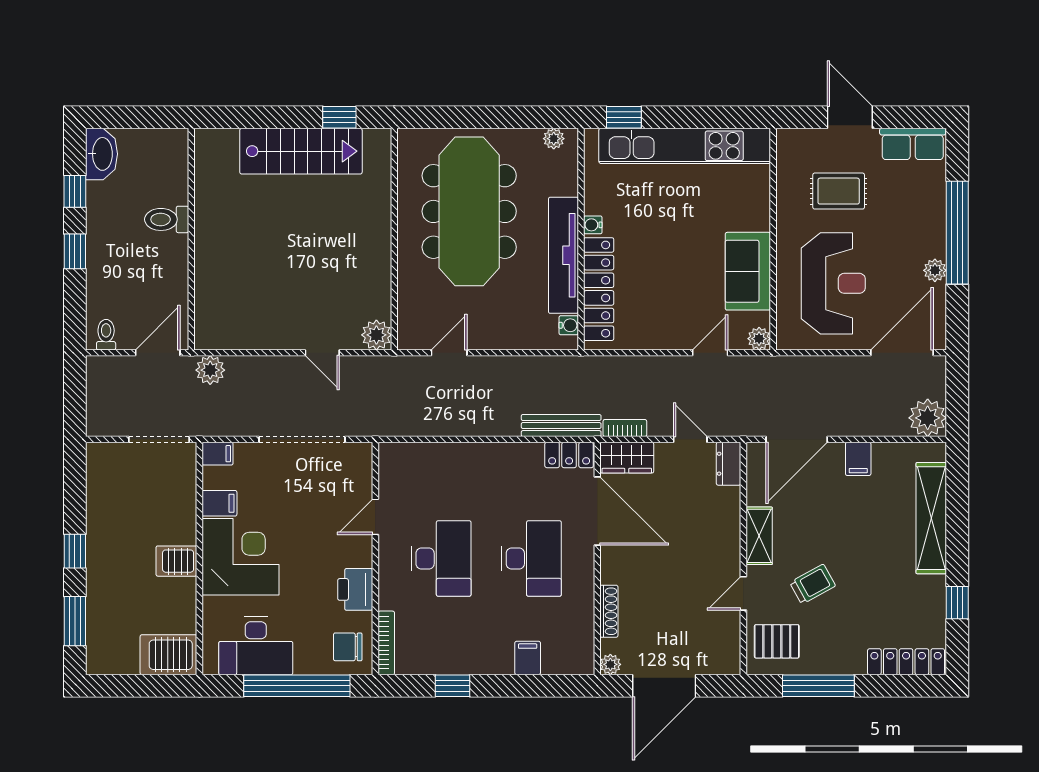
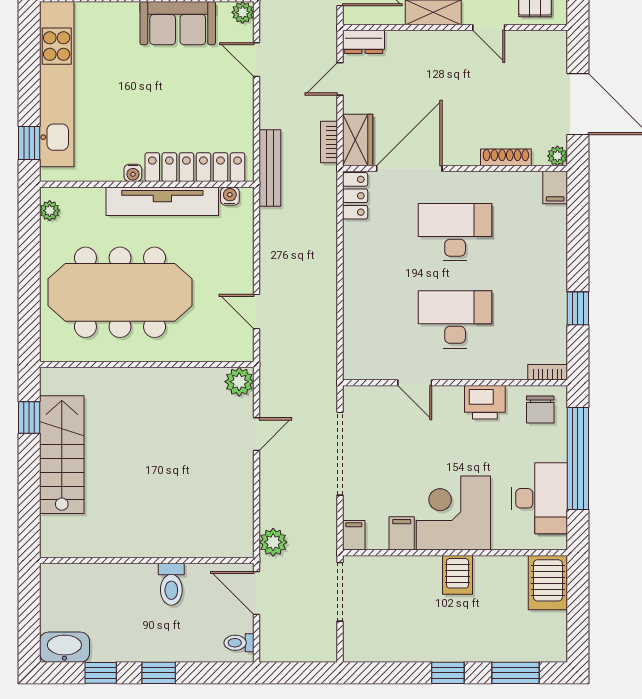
toilet: (167, 219) -> (171, 584), moved
bench: (561, 426) -> (270, 168), moved
bookcase: (386, 643) -> (548, 372), width x0.64
filing cabinet: (528, 658) -> (555, 188), moved, turned -90

